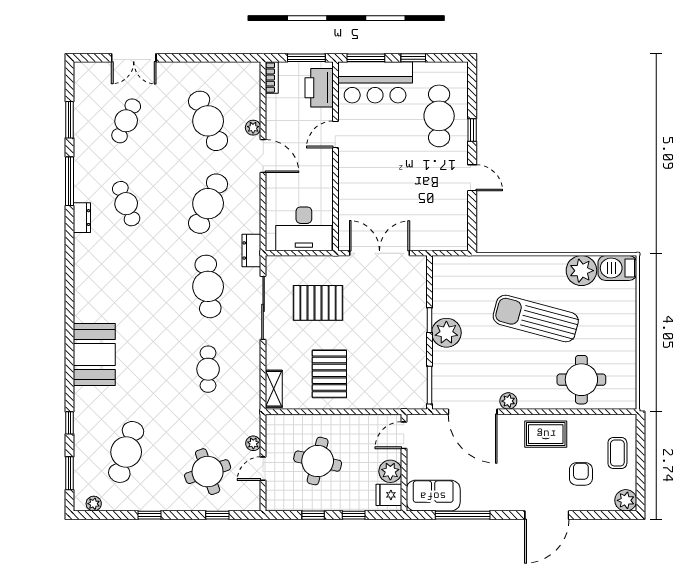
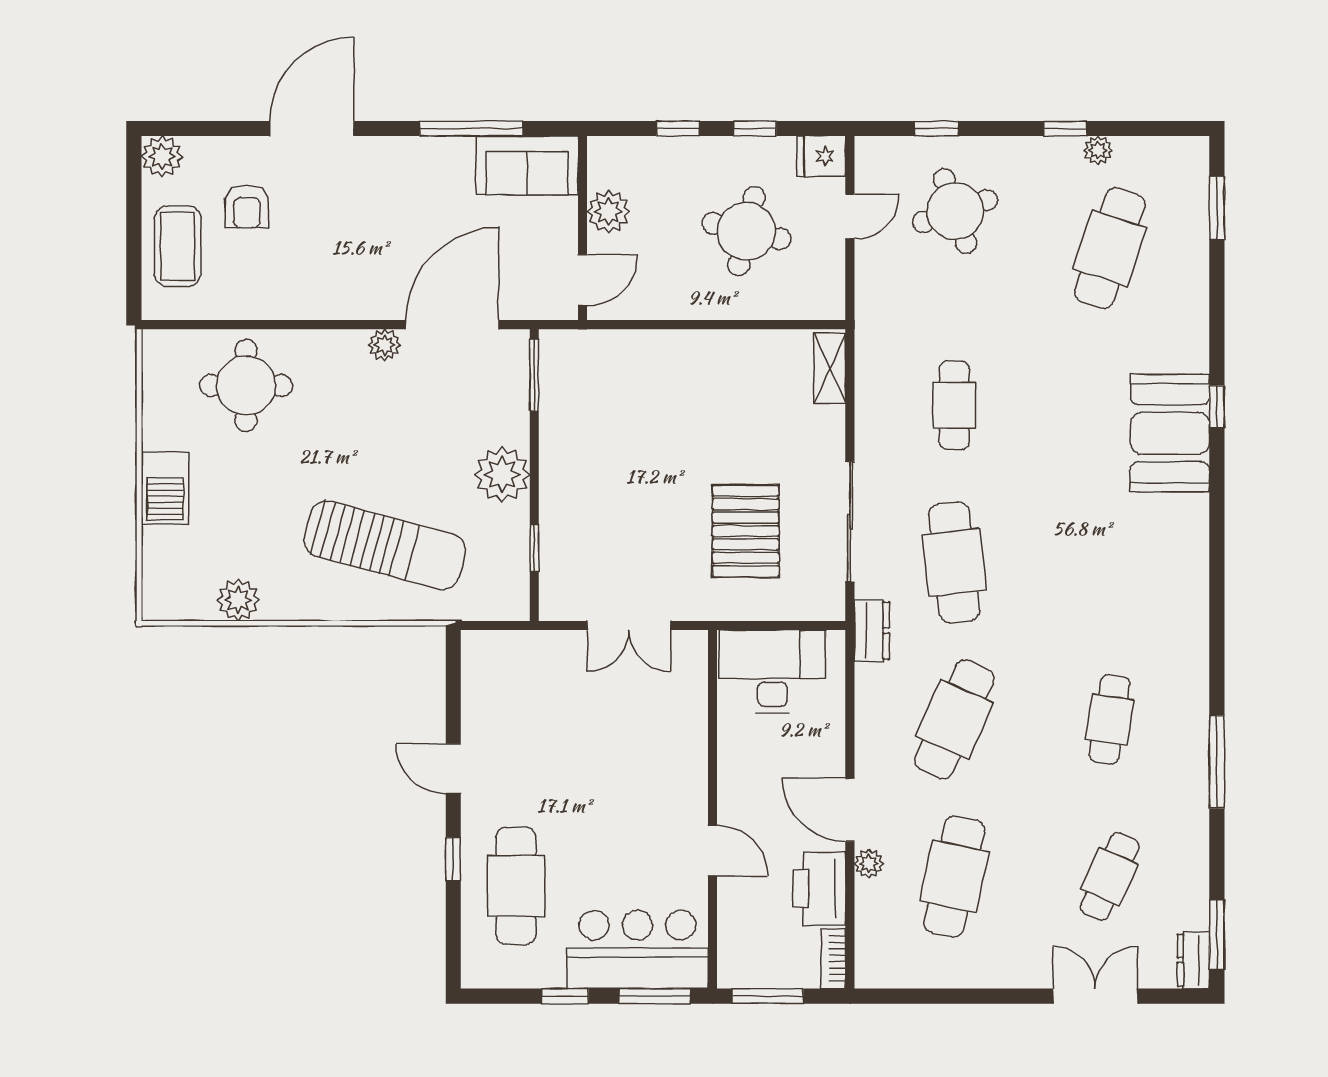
printer: (319, 88) -> (819, 889), moved, turned 180
window: (70, 120) -> (1217, 935), moved
cafe table: (208, 121) -> (954, 876), turned 36
door: (335, 134) -> (713, 851), hinge flipped
cafe table: (126, 204) -> (1110, 719), turned 30
dresser: (82, 218) -> (1193, 960), moved
double door: (380, 253) -> (629, 625), width x0.73
barbecue: (617, 268) -> (165, 488), moved, turned 90
plant: (581, 271) -> (238, 600), width x0.73, depth x0.73
pallet: (318, 303) -> (746, 531), turned 90
sun lounger: (536, 318) -> (385, 545), moved
window: (429, 320) -> (534, 548), moved
pallet: (329, 374) -> (724, 397), removed
door: (473, 412) -> (452, 325), hinge flipped
window: (70, 423) -> (1217, 406), moved
rug: (546, 434) -> (314, 282), removed
plant: (253, 443) -> (868, 265), removed
coffee table: (617, 453) -> (178, 246), width x1.36, depth x1.30
fridge: (389, 495) -> (821, 156), moved, turned 180
plant: (94, 504) -> (1098, 150), moved

